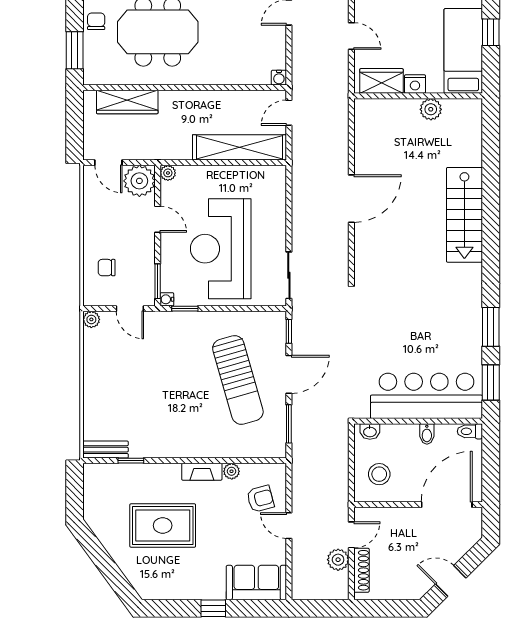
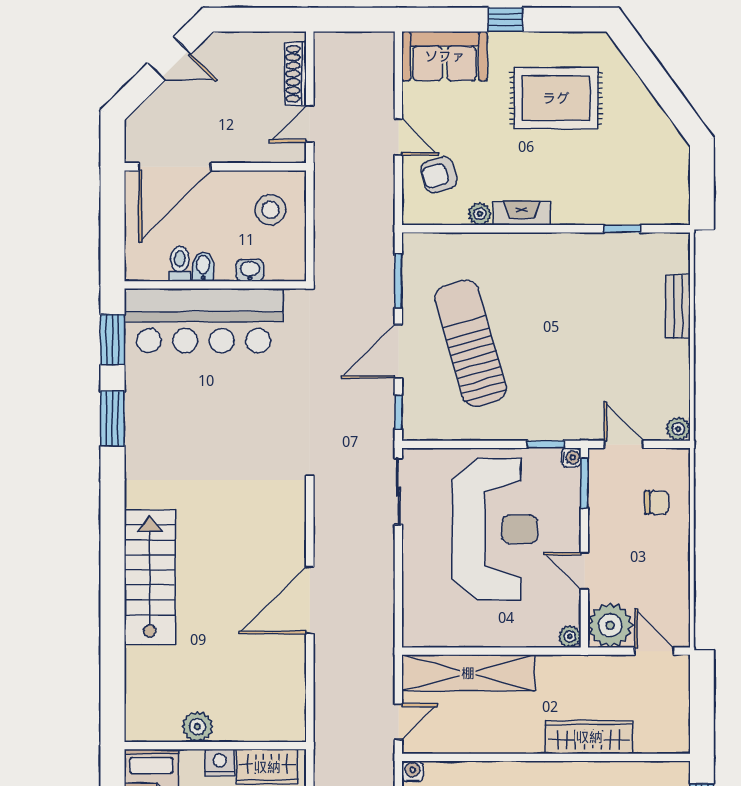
wardrobe: (127, 102) -> (589, 737), moved
toilet: (470, 431) -> (180, 264), moved, turned -90
washbasin: (370, 432) -> (250, 270), moved
bench: (106, 450) -> (678, 306), moved, turned 90
rug: (163, 525) -> (556, 98), moved
plant: (338, 560) -> (329, 89), removed

